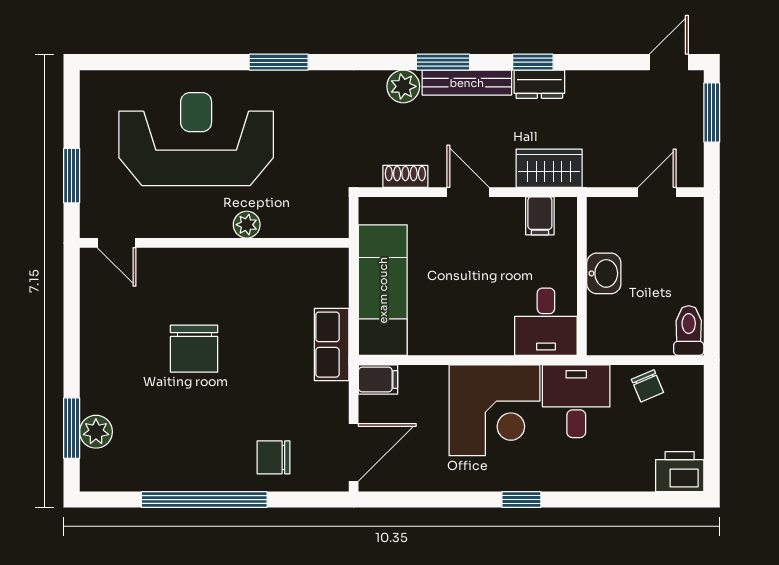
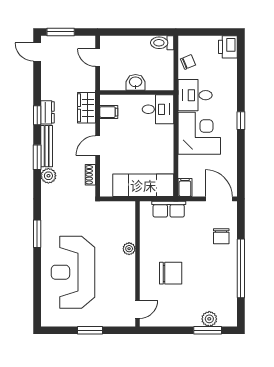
plant: (247, 225) -> (129, 249), moved
door: (117, 243) -> (138, 309), moved
wall: (214, 243) -> (138, 264), moved

